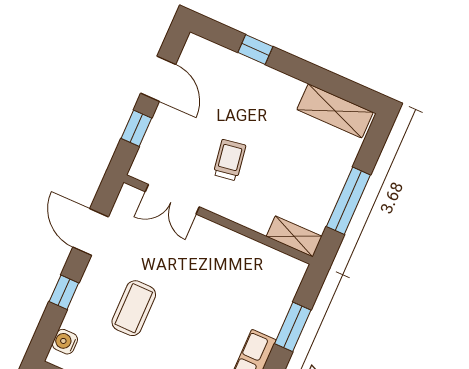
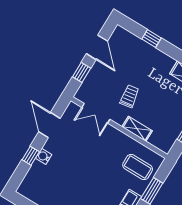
shelving: (294, 236) -> (137, 129), moved
coffee table: (134, 308) -> (138, 167), moved, turned 90
water cooler: (65, 342) -> (44, 156), moved

